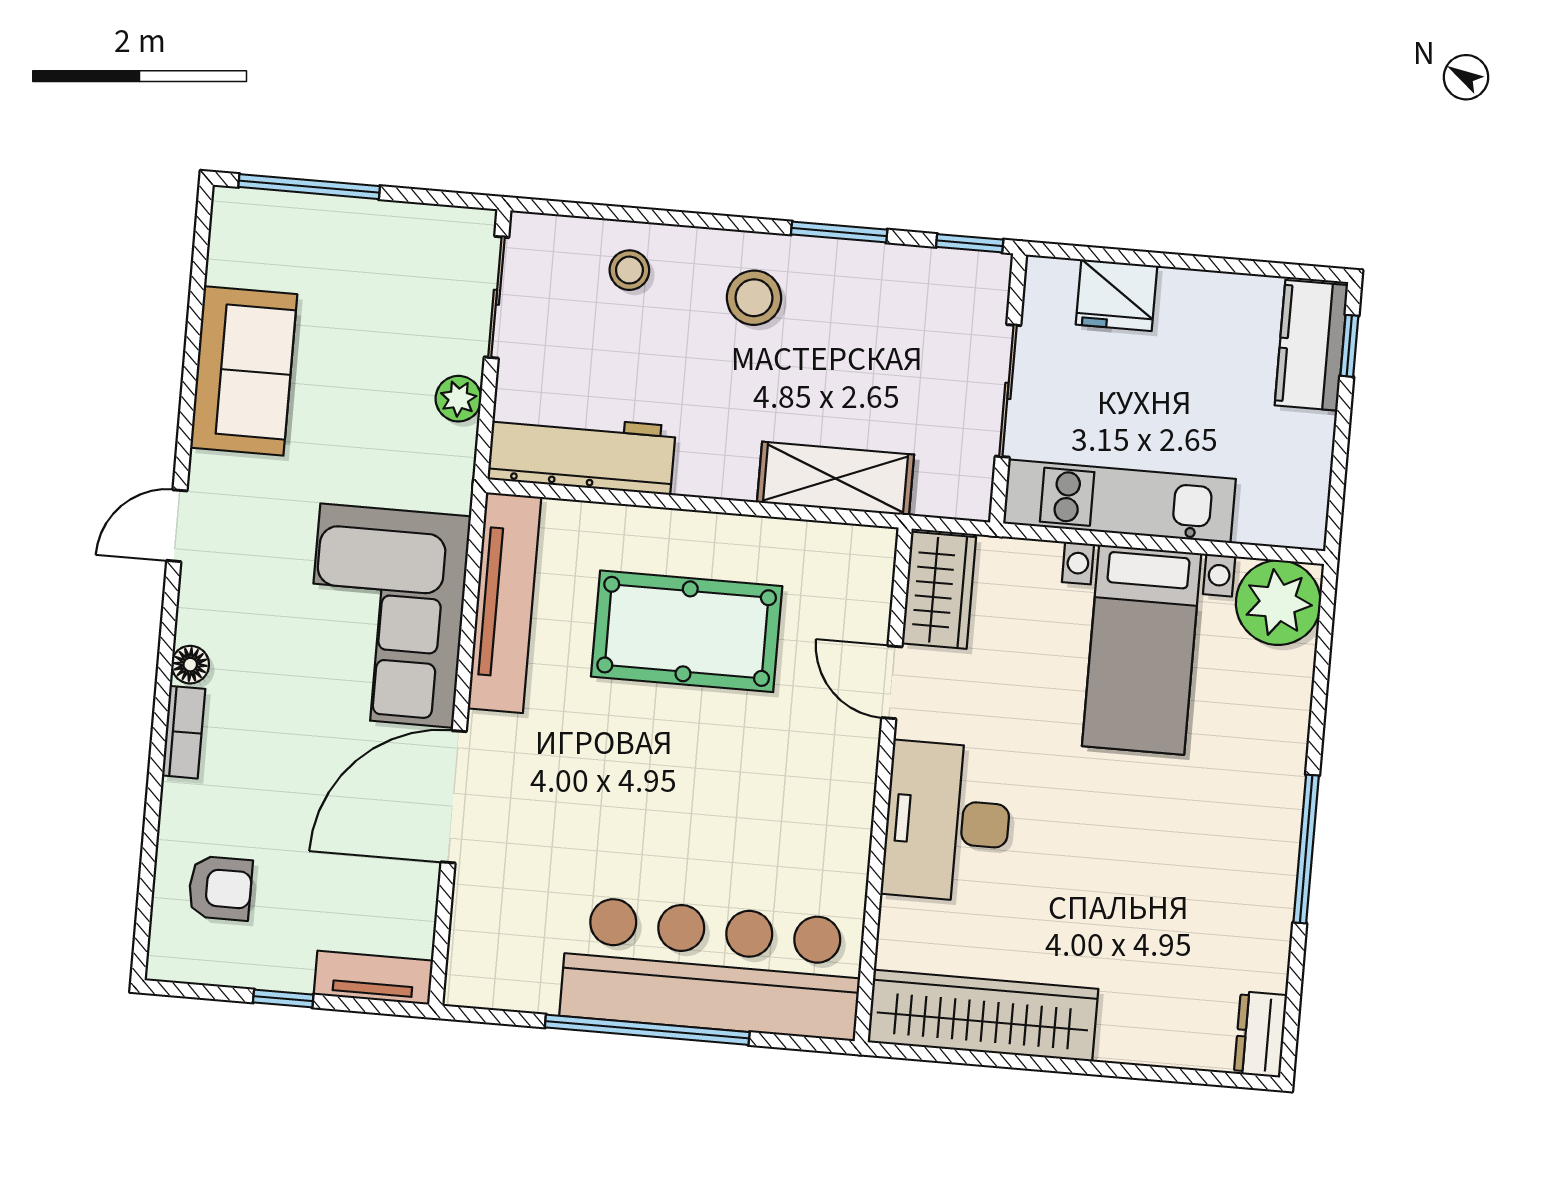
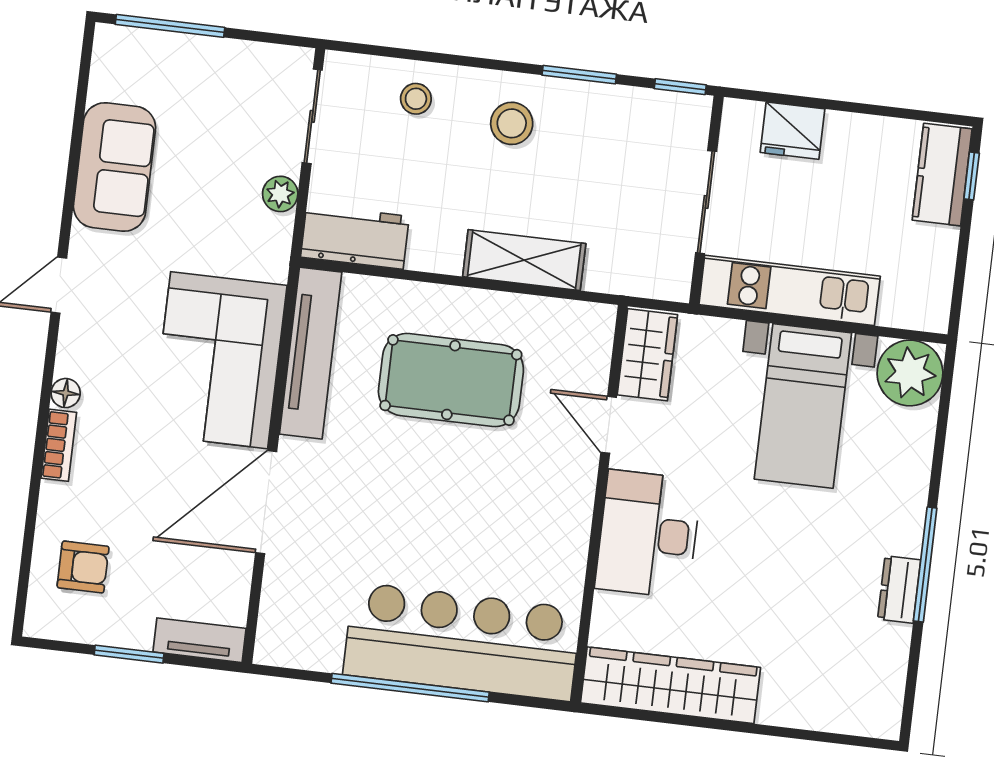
workbench: (582, 453) -> (355, 237), width x0.73
shelving: (836, 479) -> (524, 260), moved
window: (283, 999) -> (129, 654), width x1.50
dresser: (1261, 1034) -> (899, 590), moved

